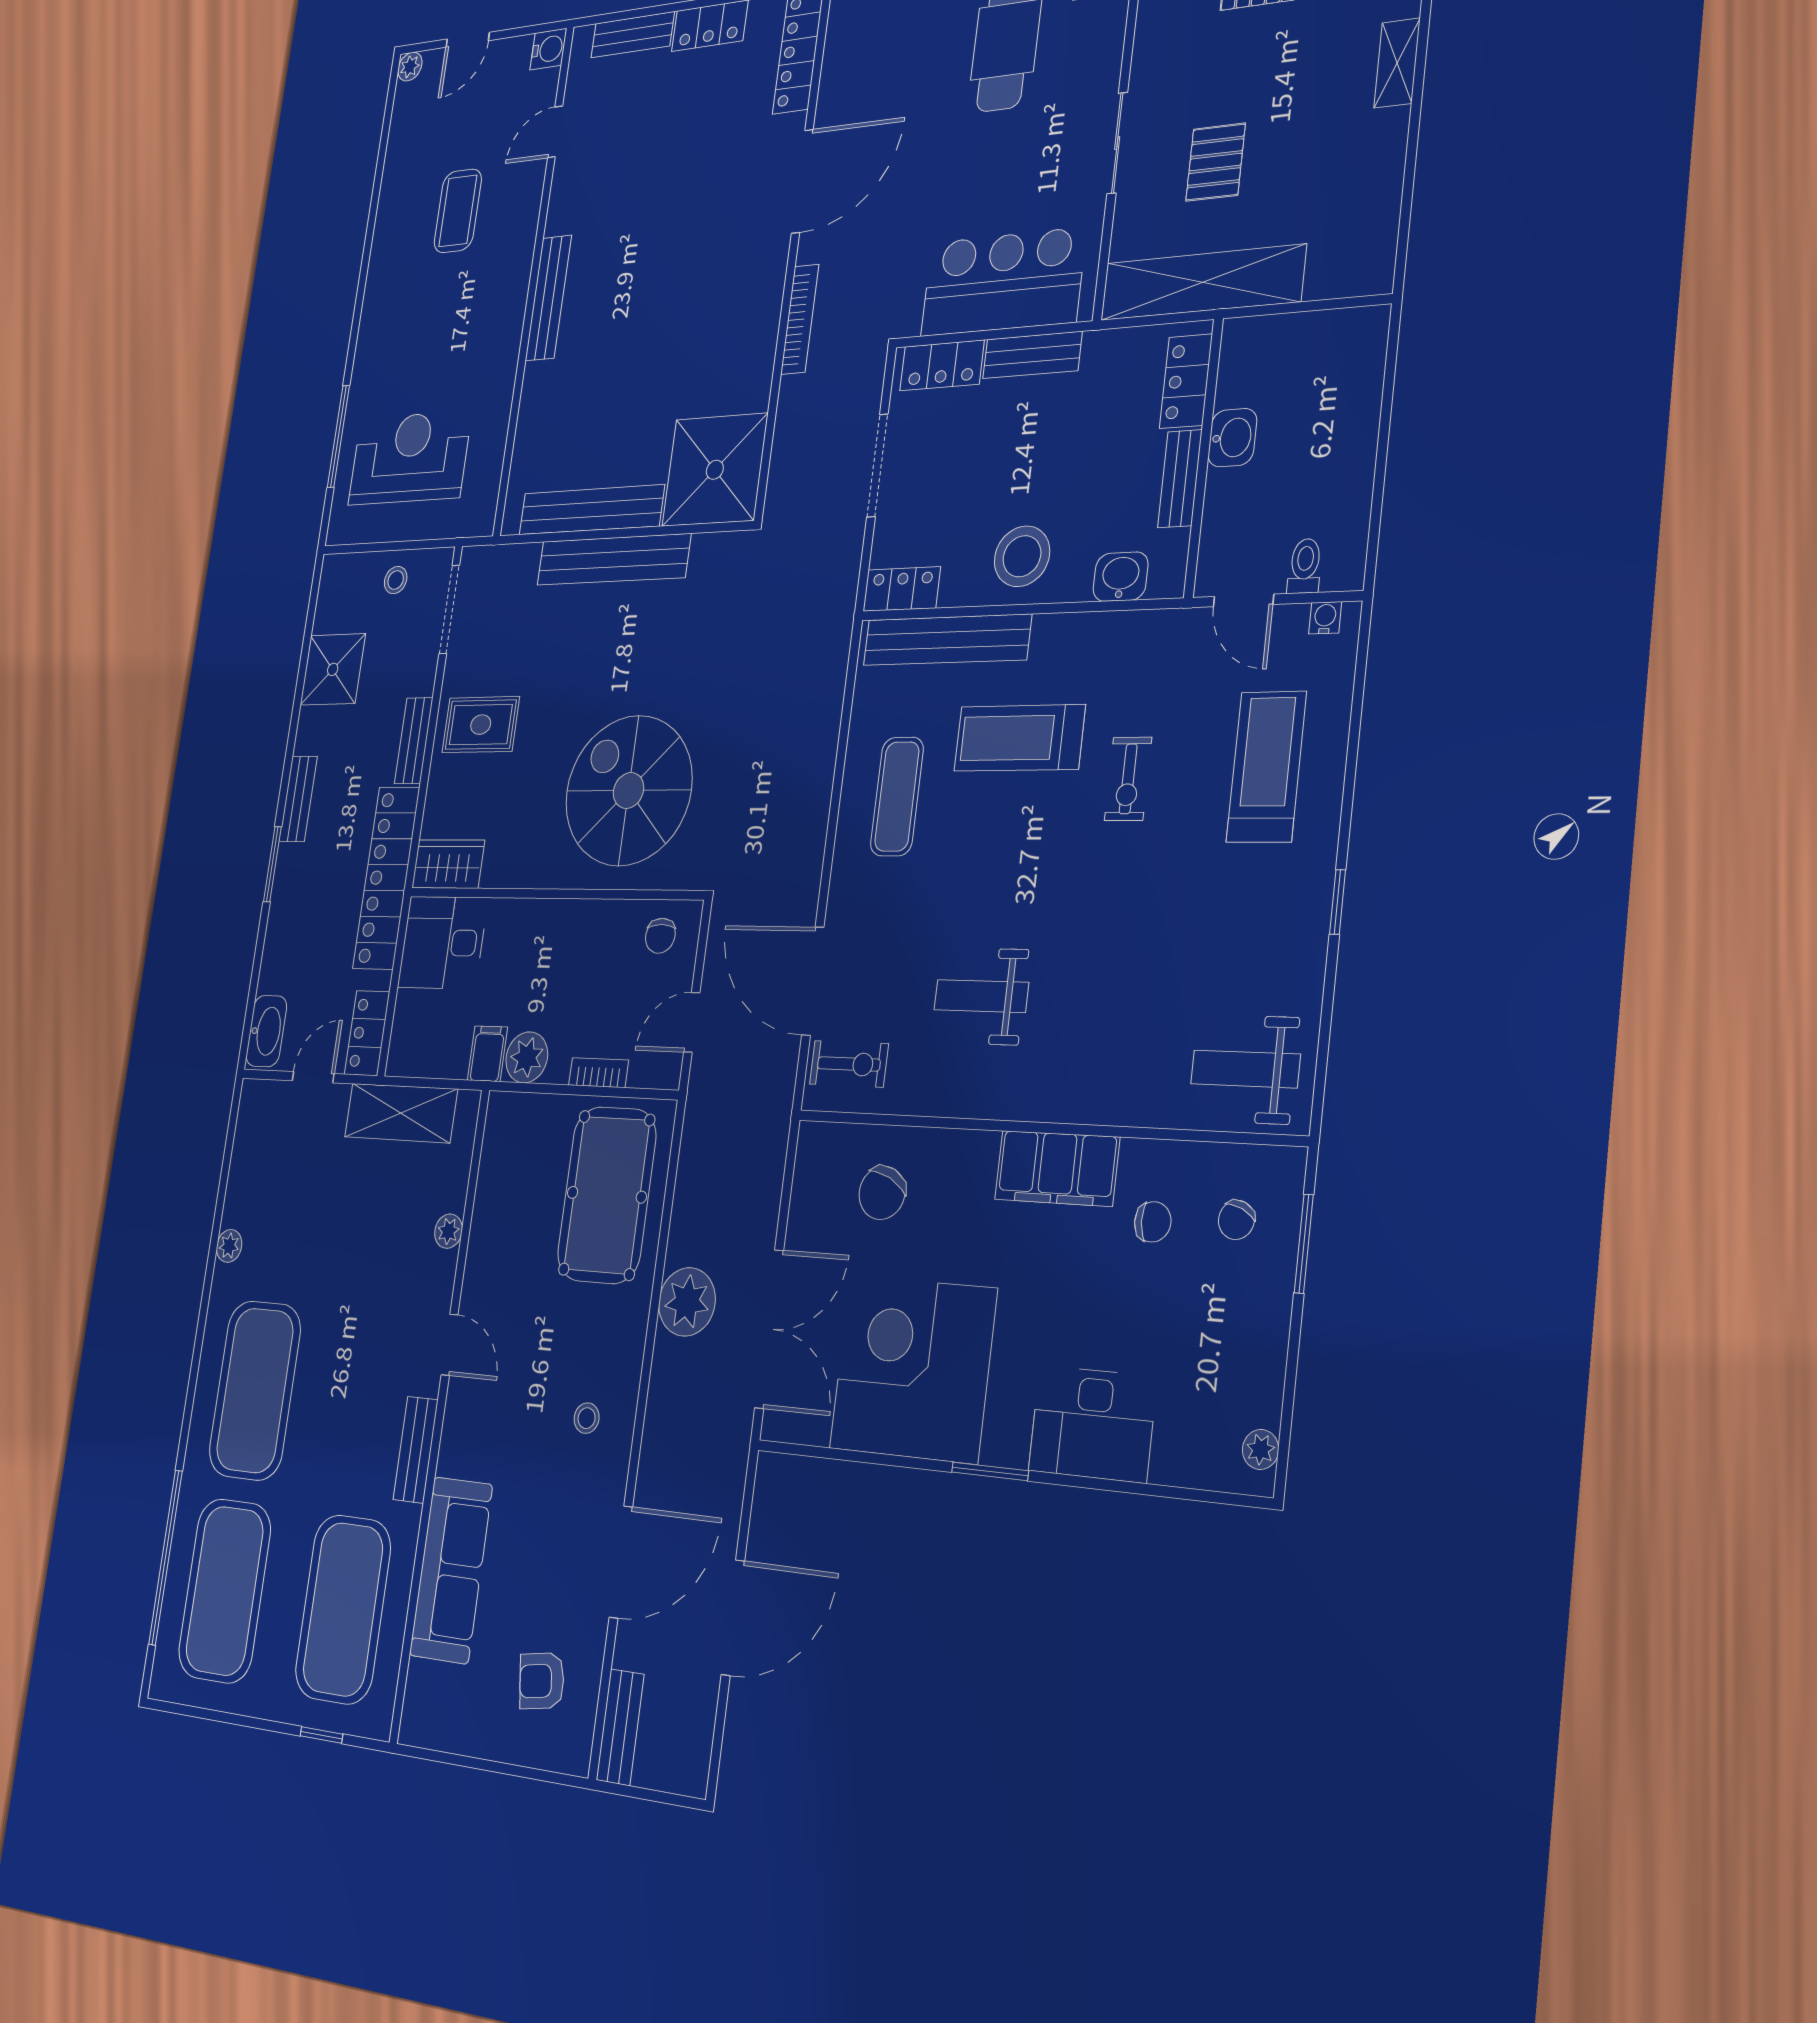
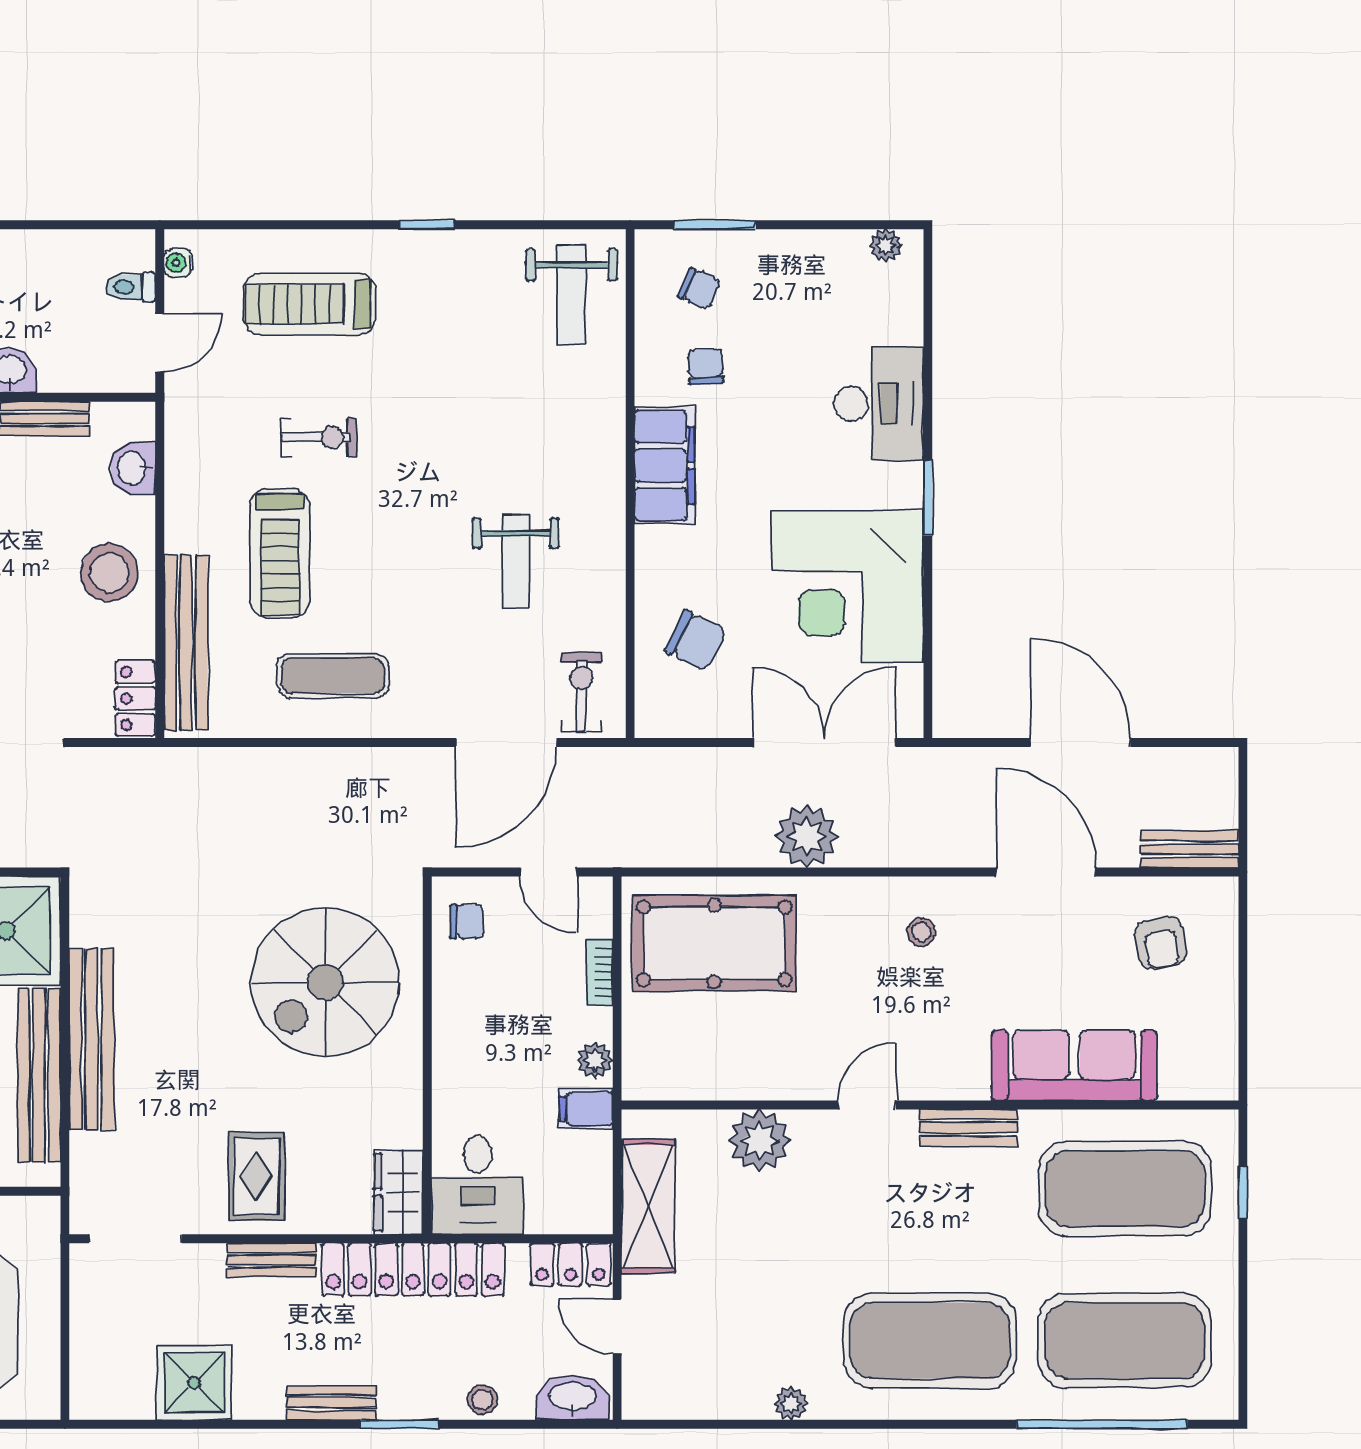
stool: (396, 580) -> (482, 1400), moved
plant: (527, 1057) -> (595, 1060), width x0.73, depth x0.73
plant: (448, 1231) -> (759, 1140), width x1.87, depth x1.87

